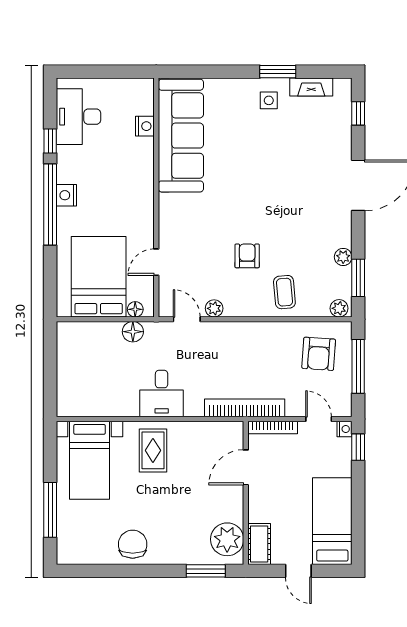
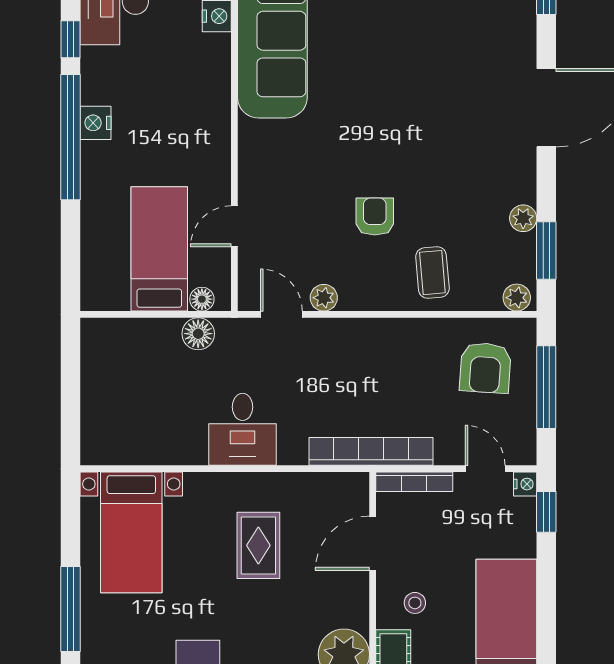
bed: (99, 277) -> (159, 249), width x0.67
rug: (153, 450) -> (258, 545), moved
stool: (273, 506) -> (415, 603), added

